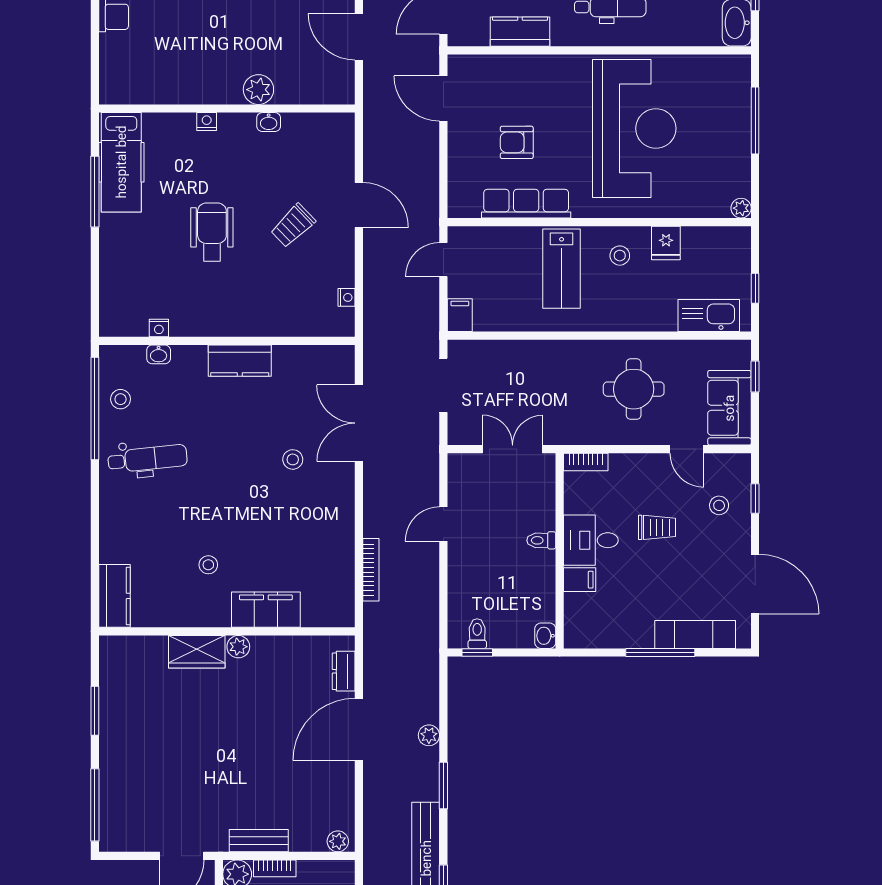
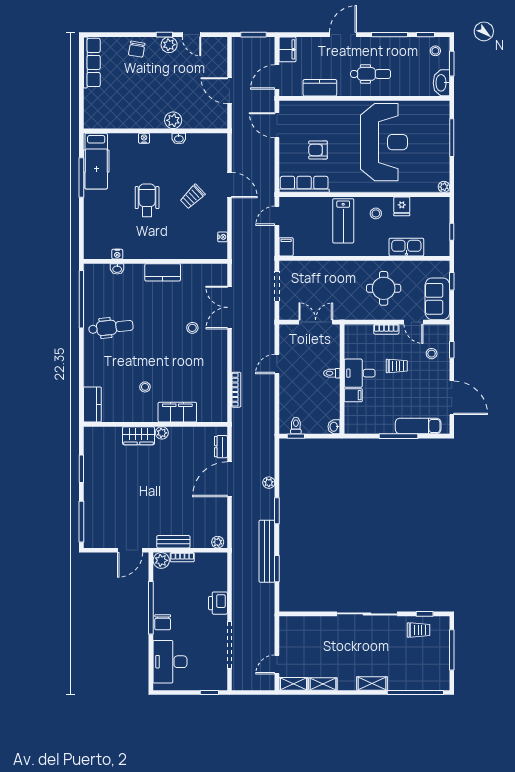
row of seats: (526, 204) -> (304, 184), moved
kitchen sink: (709, 316) -> (406, 247), moved
stool: (121, 399) -> (96, 294), removed
bookcase: (586, 462) -> (386, 329), moved

